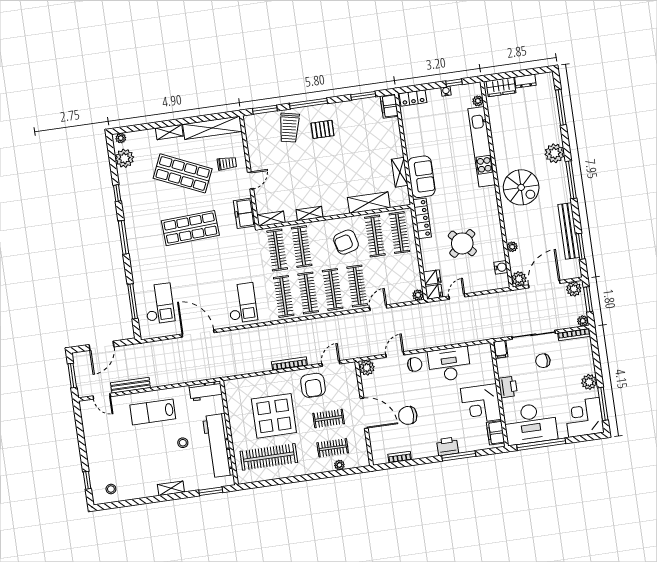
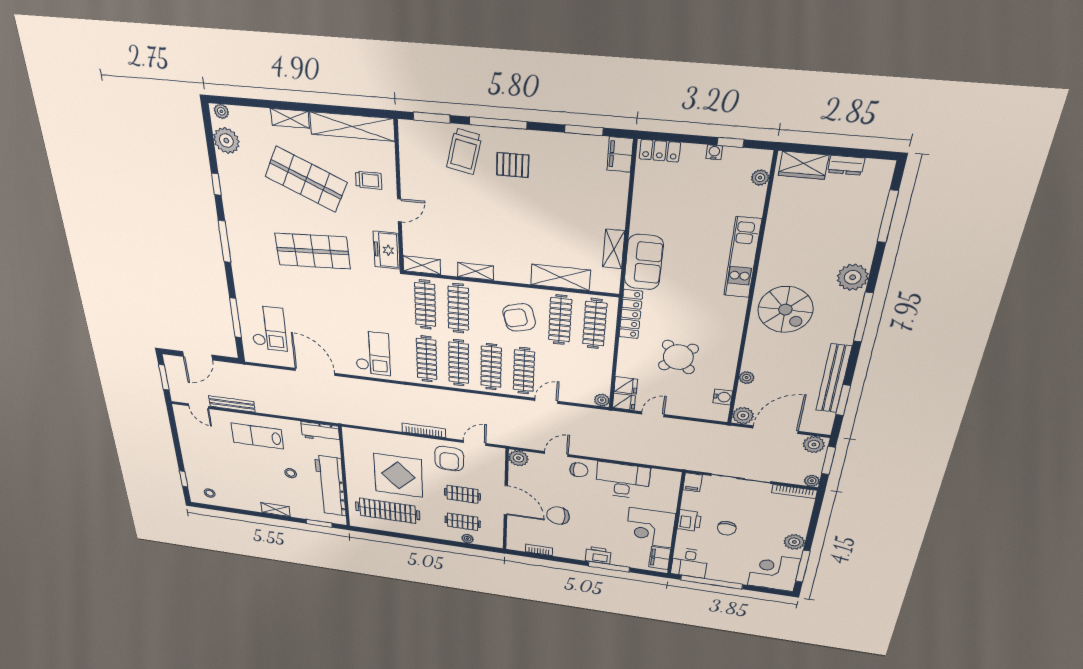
kitchen unit: (482, 147) -> (742, 258), width x0.73
chair: (543, 361) -> (727, 528), moved, turned -90
desk: (530, 424) -> (689, 563), width x0.53, depth x0.77

